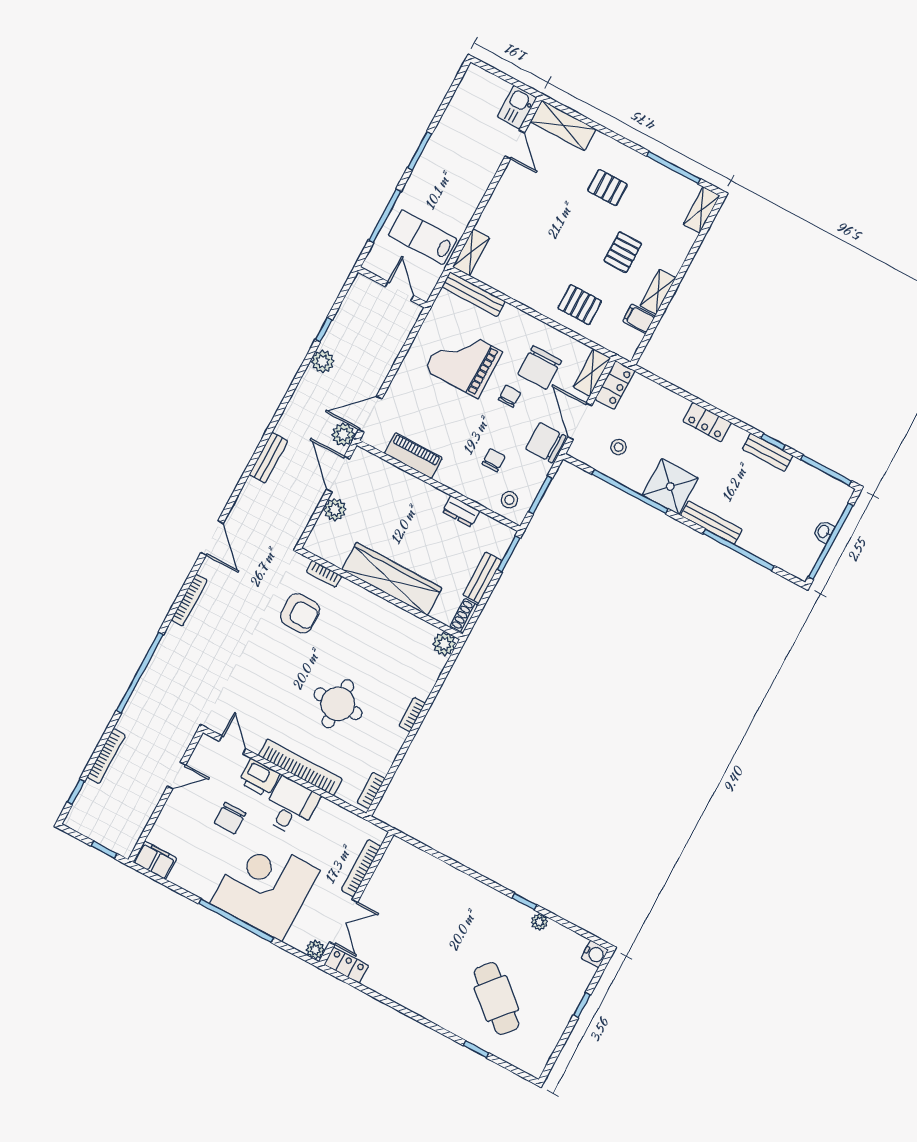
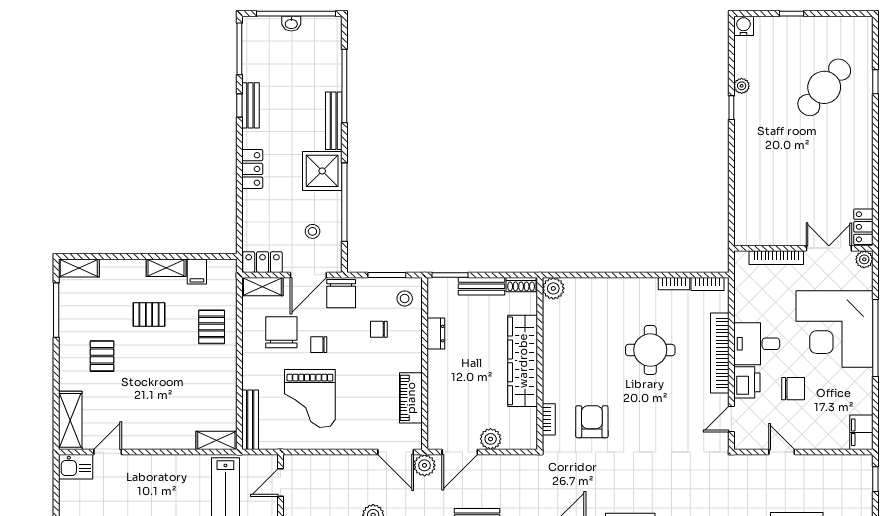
chair: (540, 367) -> (281, 332), turned -90
bookcase: (412, 714) -> (674, 284), moved

